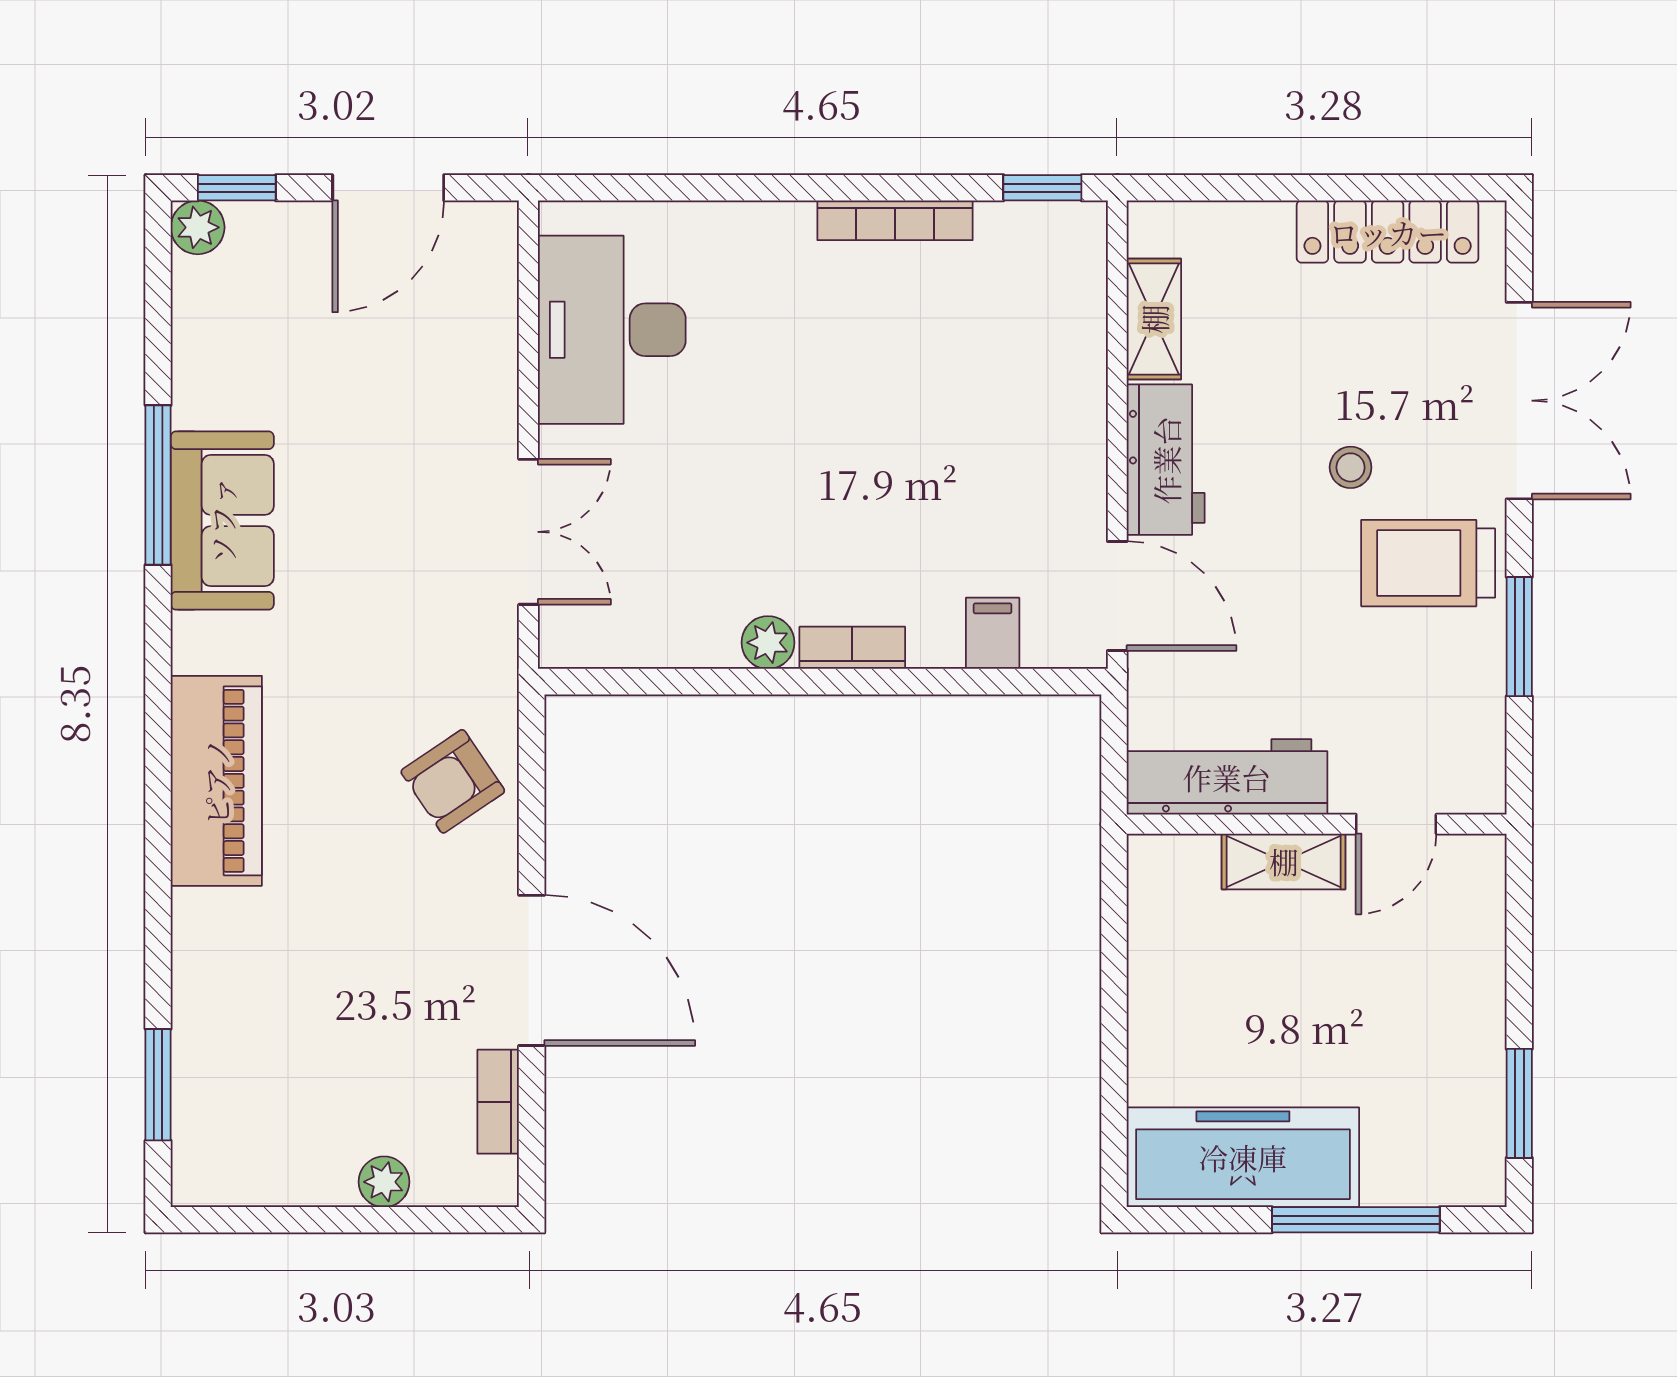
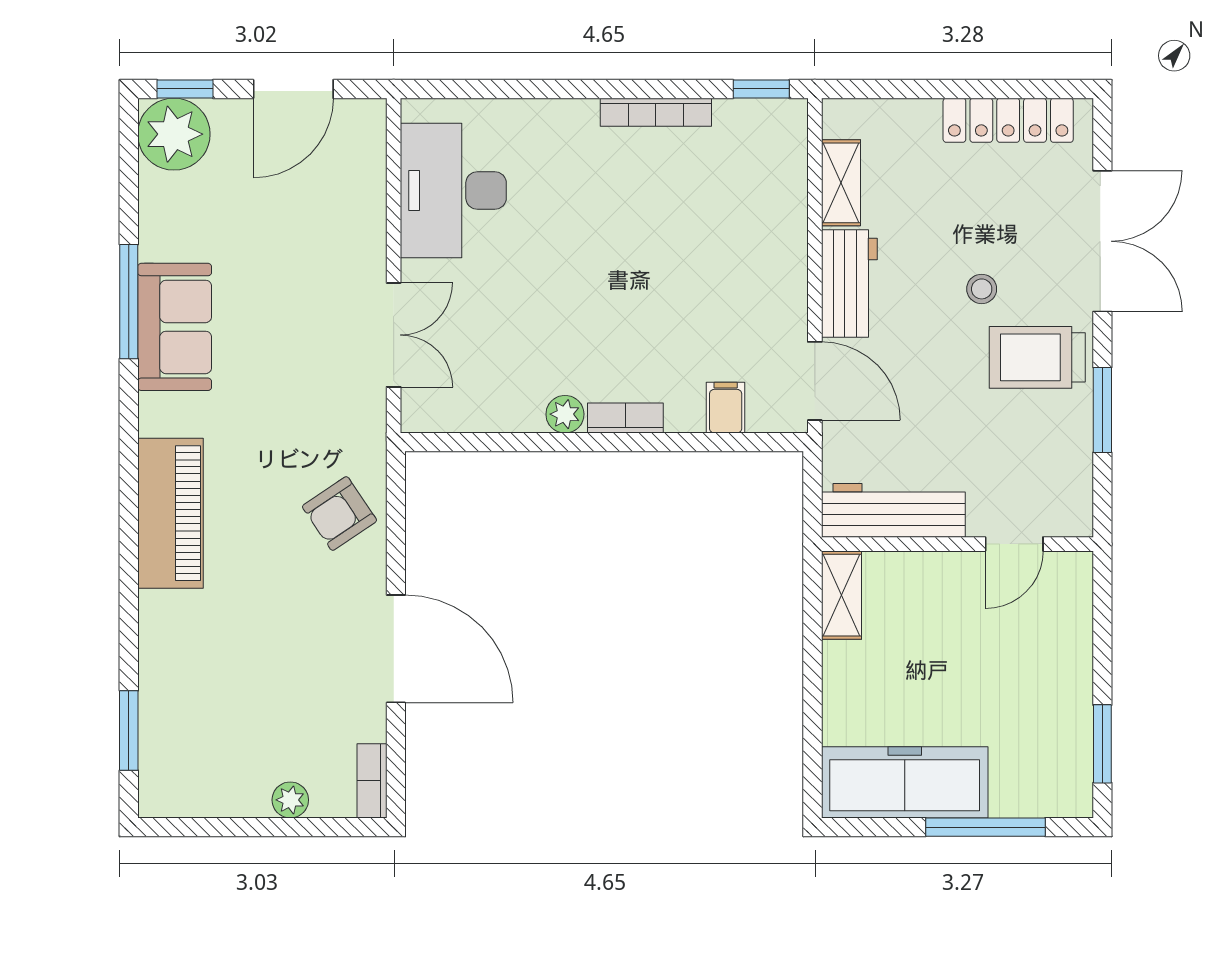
plant: (198, 227) -> (174, 134), width x1.87, depth x1.87
shelving: (1284, 861) -> (842, 595), moved, turned 90
bookcase: (498, 1102) -> (372, 781), moved

